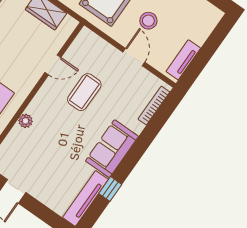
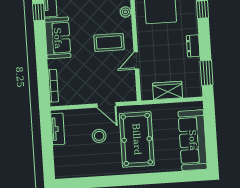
door: (134, 57) -> (106, 105), moved
coffee table: (84, 92) -> (109, 42), moved, turned 90

